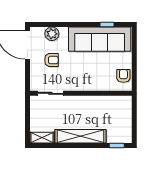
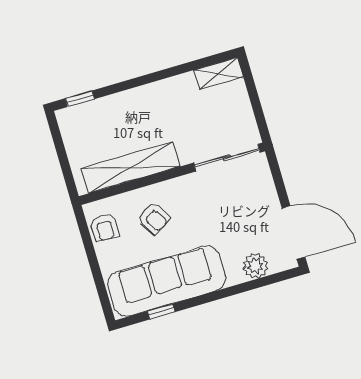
armchair: (51, 60) -> (154, 218), moved, turned -121
sliding door: (50, 93) -> (227, 158), width x1.37
shelving: (81, 136) -> (131, 168), moved

